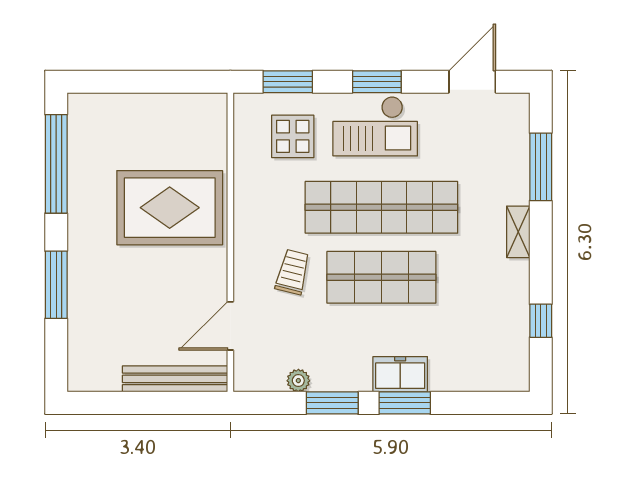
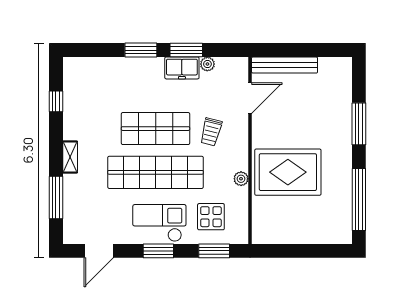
plant: (245, 197) -> (241, 179), added
freezer: (400, 374) -> (182, 68), moved

